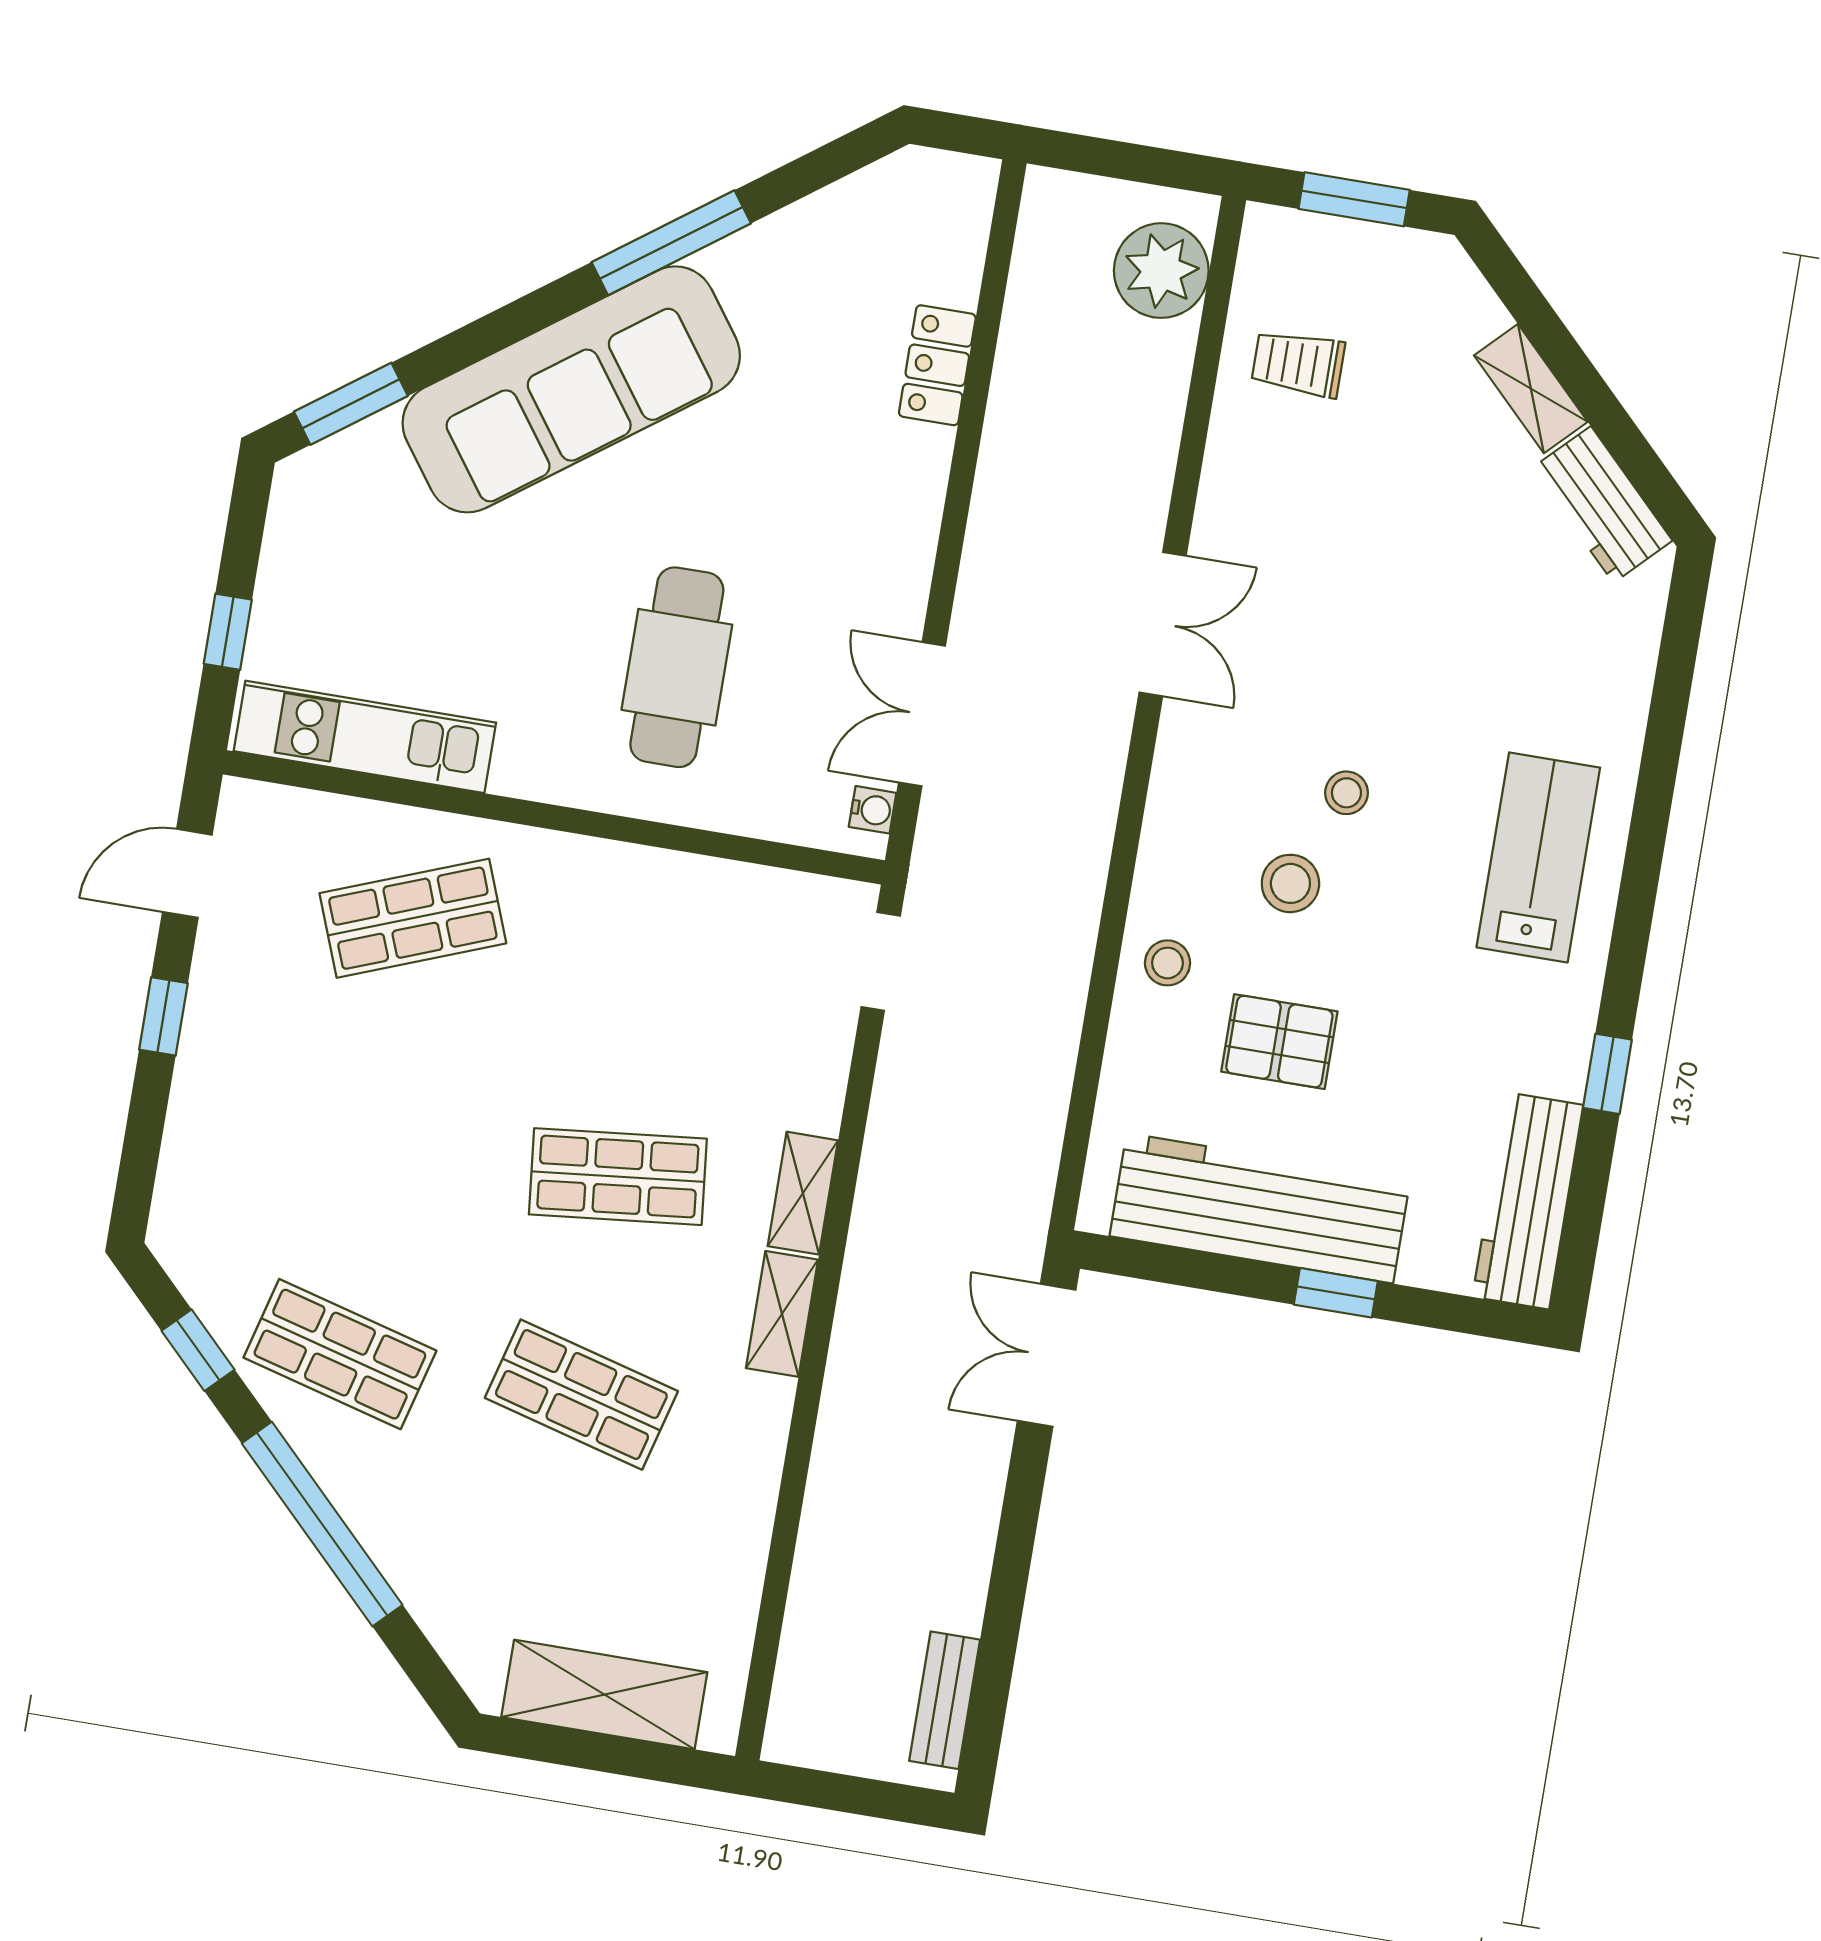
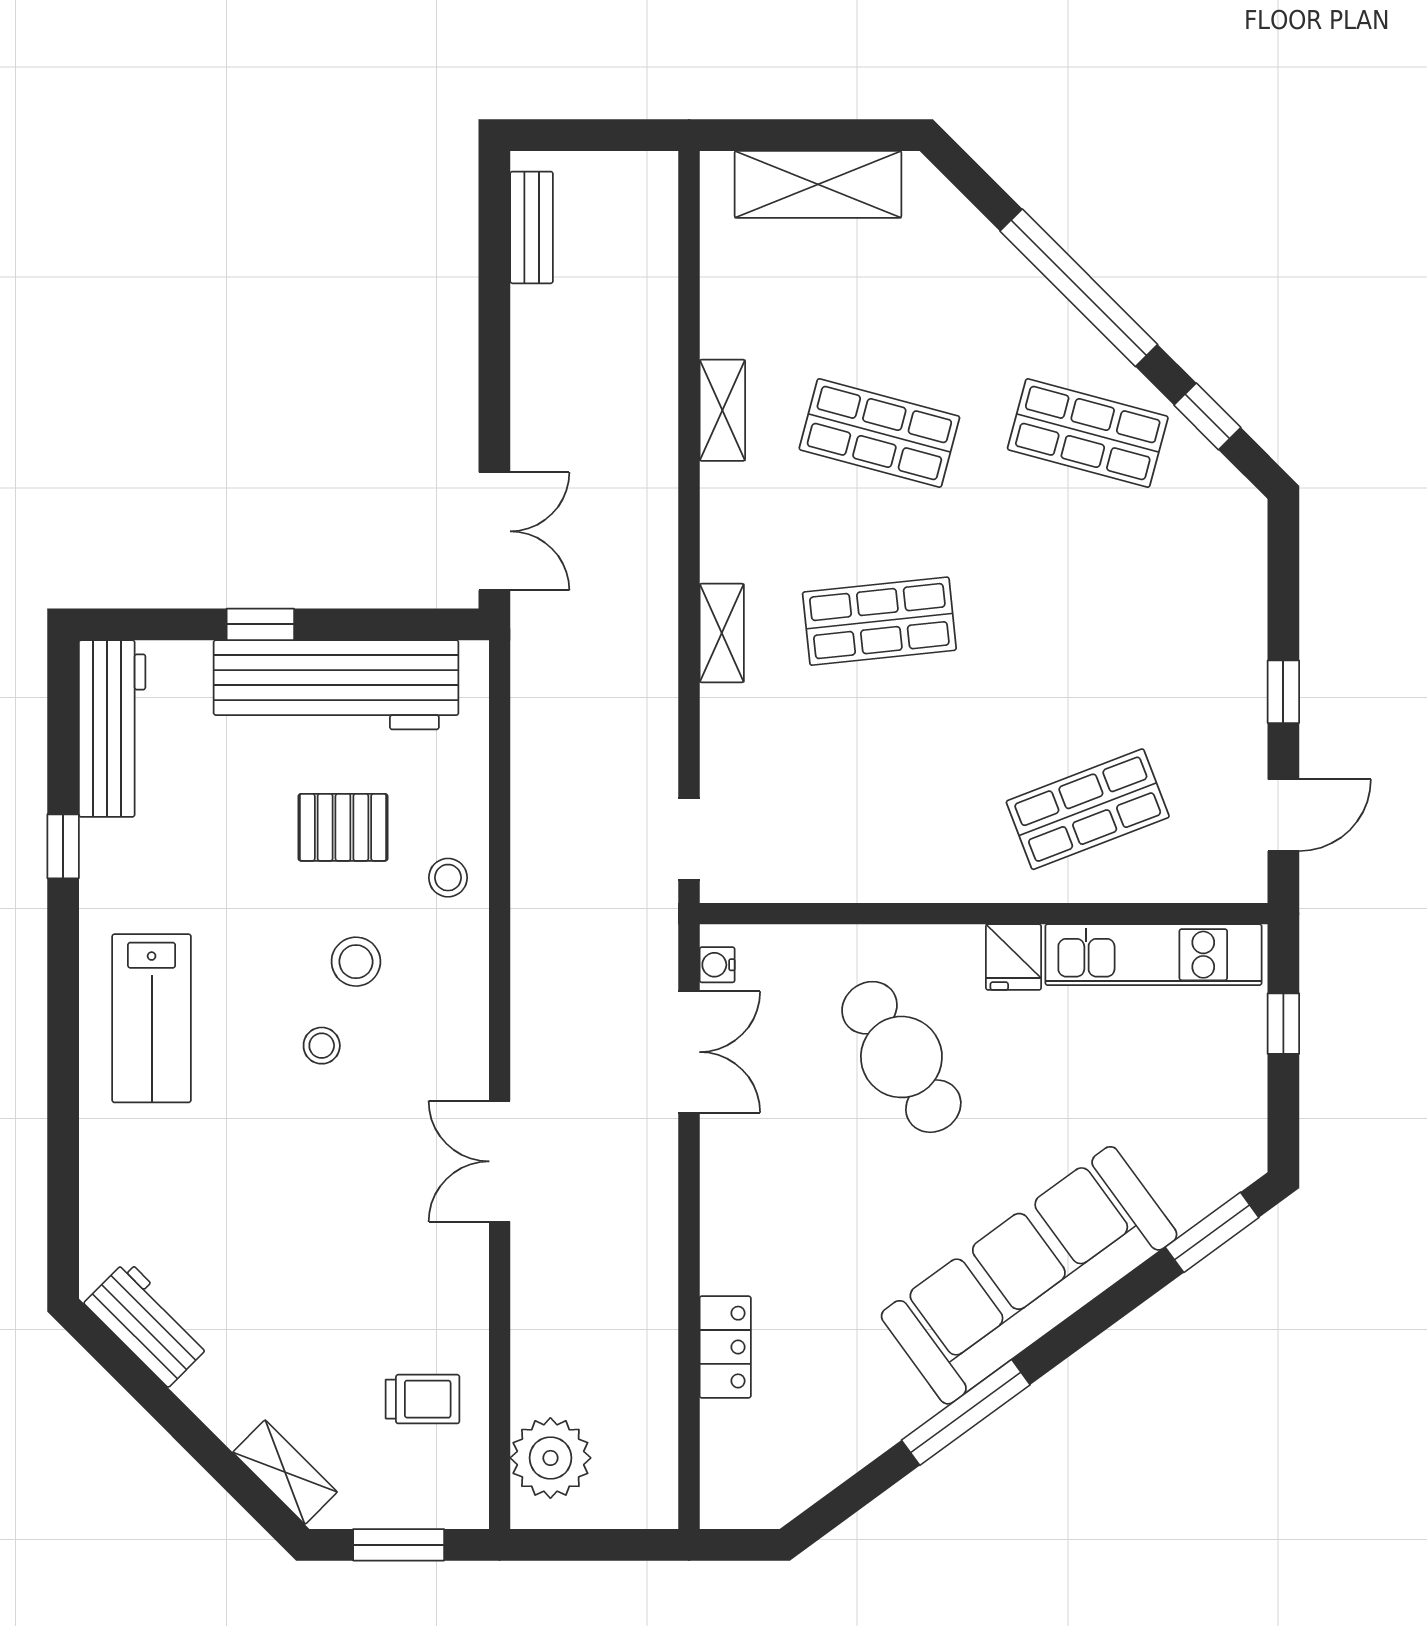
shelving: (1531, 389) -> (285, 1472), moved
cafe table: (677, 667) -> (901, 1057), turned -33
fridge: (528, 761) -> (1014, 957), added
shelving: (782, 1314) -> (722, 410), moved

